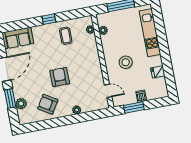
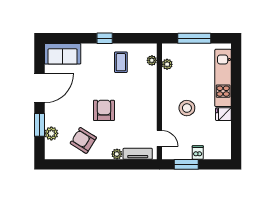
fridge: (158, 72) -> (223, 114), moved
tv unit: (93, 106) -> (138, 154), added

